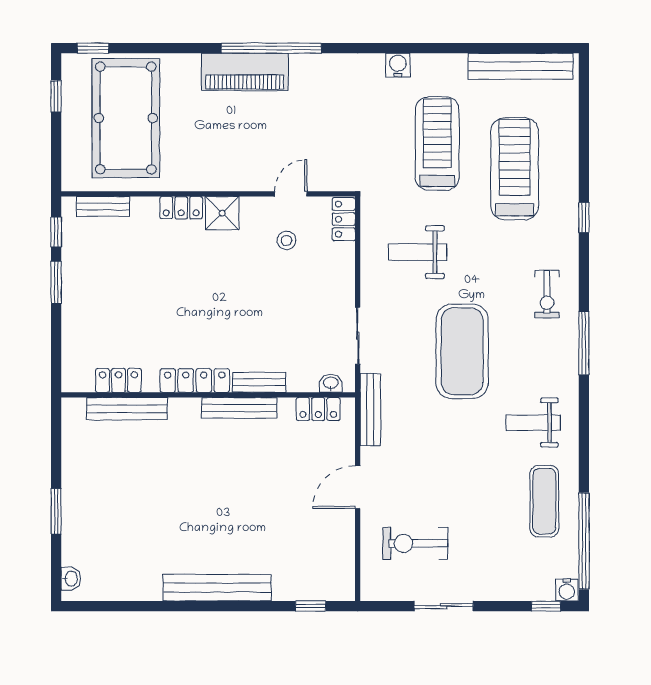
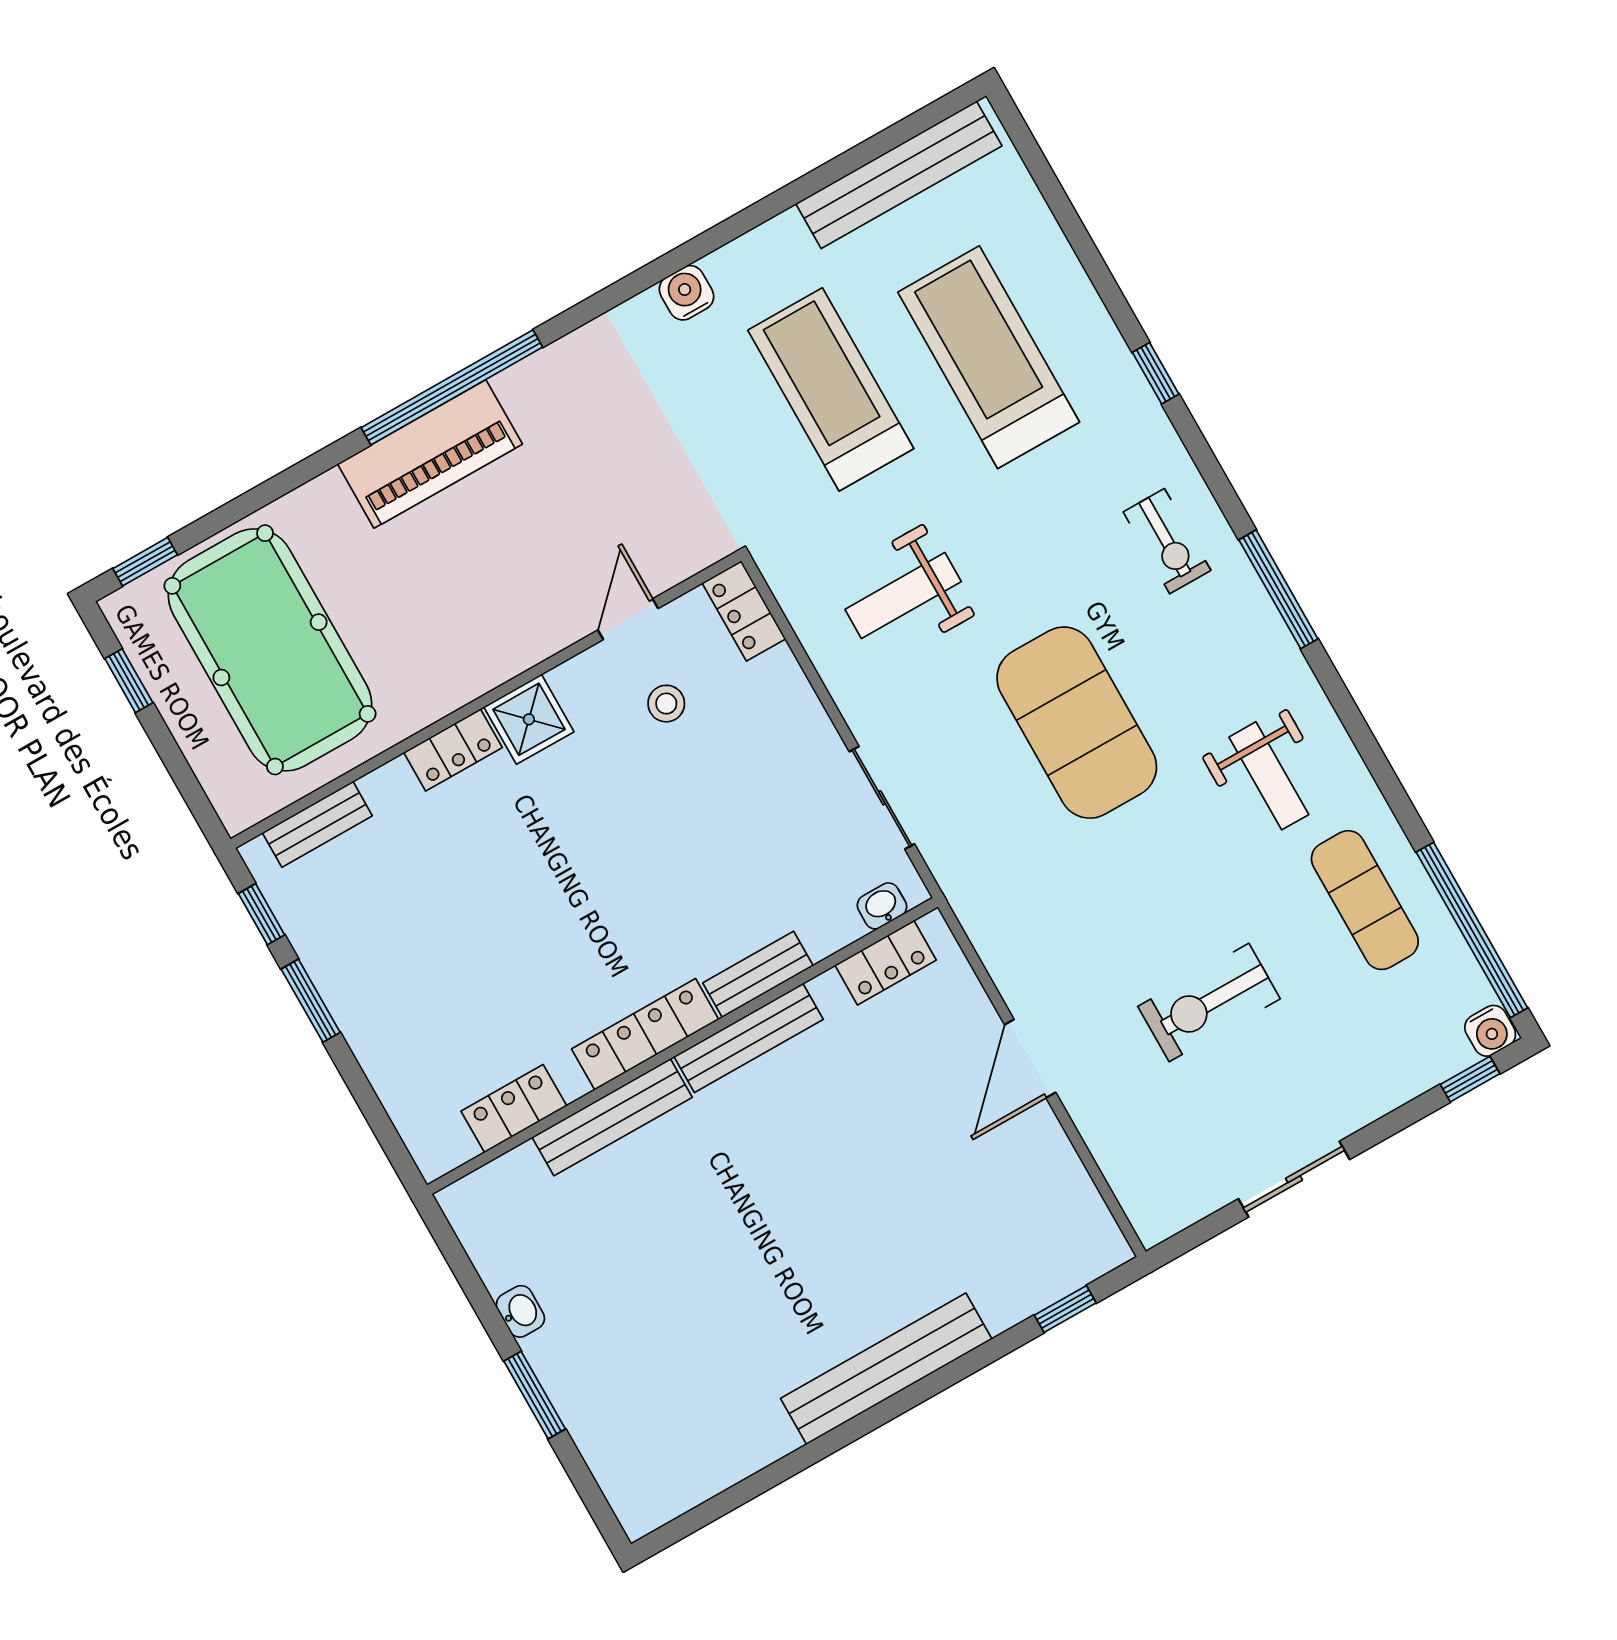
bench: (127, 409) -> (612, 1117), moved
bench: (370, 410) -> (976, 912), removed
weight bench: (533, 423) -> (1269, 776), turned -90
exercise bike: (415, 543) -> (1209, 1003), moved
washbasin: (71, 579) -> (520, 1311), moved

